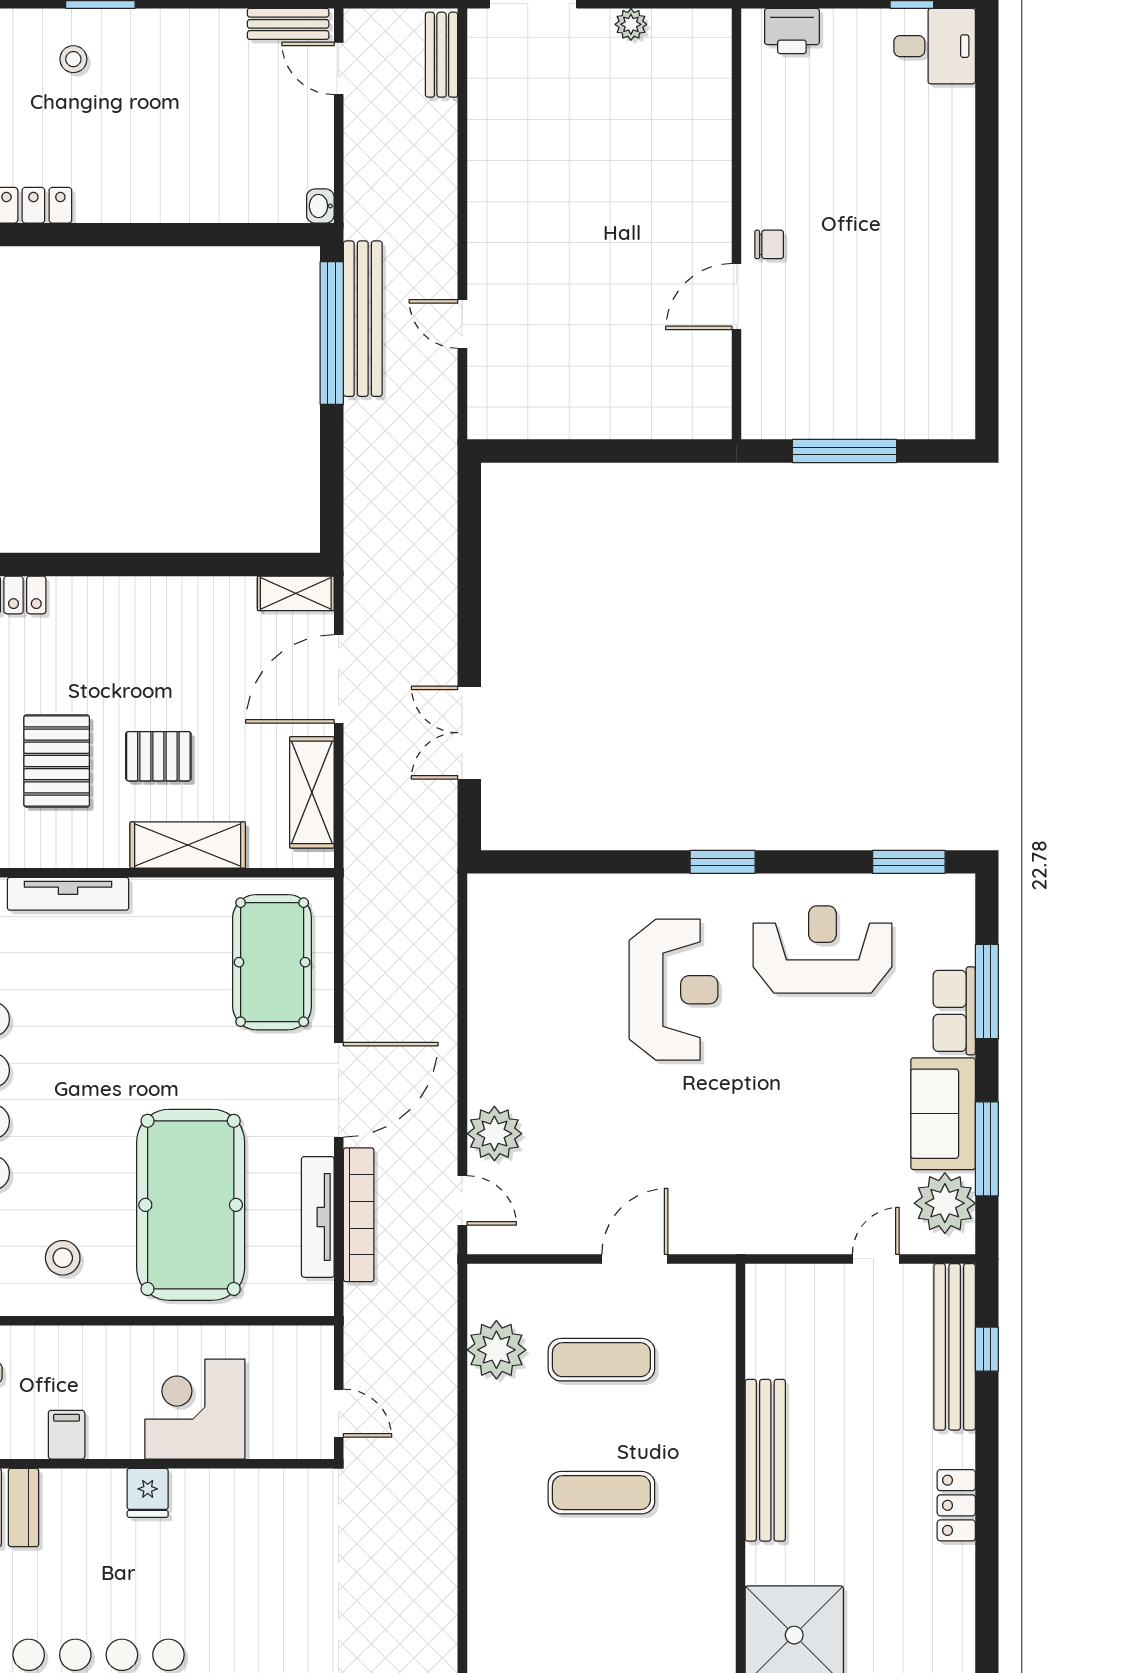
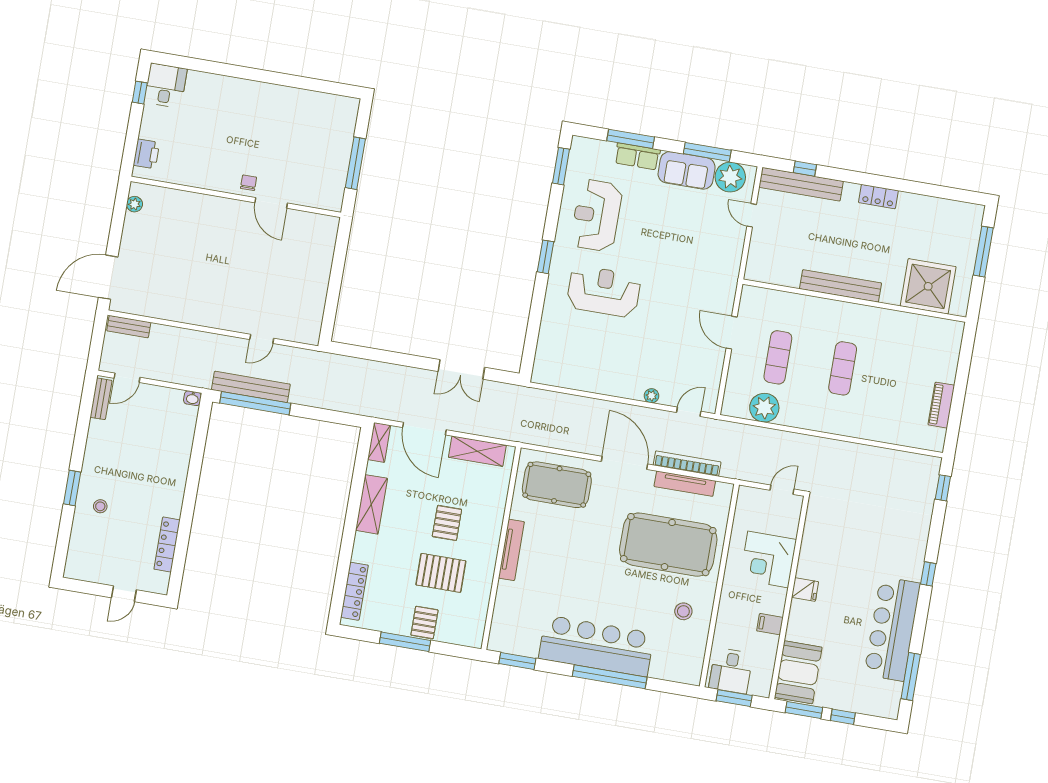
plant: (631, 24) -> (134, 204), moved
shelving: (188, 845) -> (371, 504), moved
tv unit: (68, 894) -> (511, 550), moved
plant: (494, 1134) -> (652, 396), width x0.53, depth x0.53

